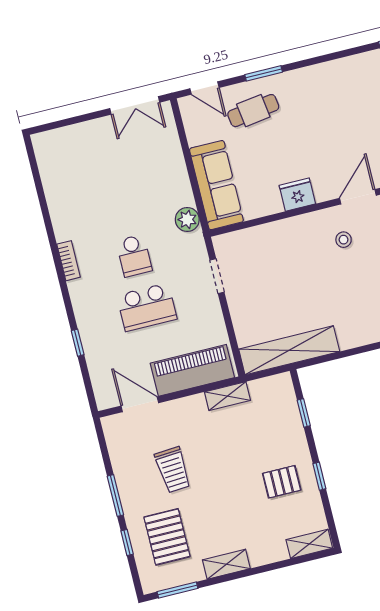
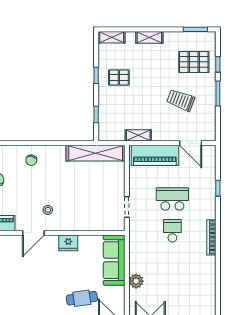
plant: (187, 220) -> (136, 281), moved
bookcase: (69, 261) -> (211, 237), width x1.56
trolley: (173, 470) -> (181, 100), turned -65
pallet: (167, 537) -> (194, 62), turned 90
shelving: (226, 564) -> (149, 37), moved

